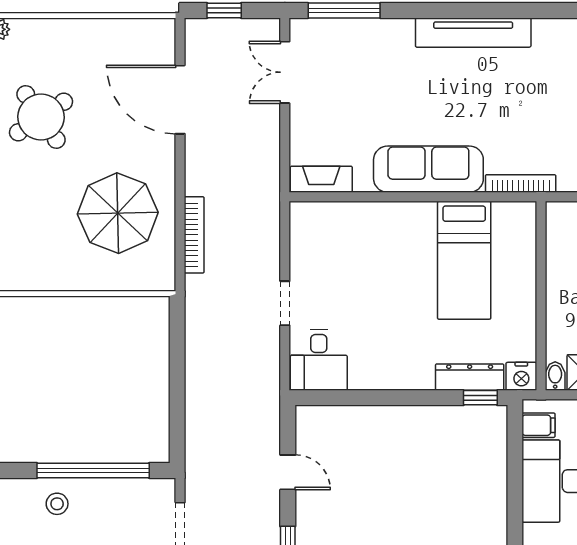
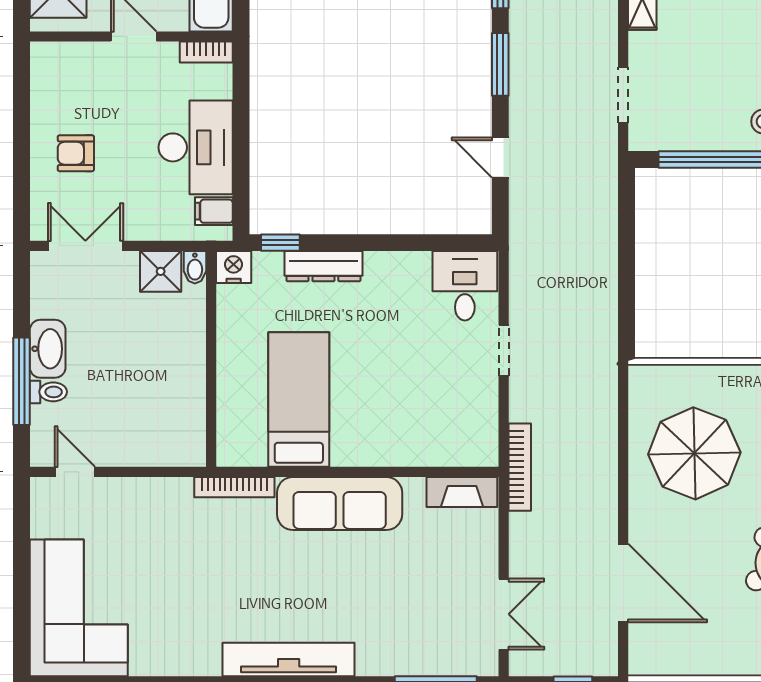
bookcase: (194, 235) -> (520, 467), moved, turned 180
dresser: (470, 377) -> (323, 266), moved

